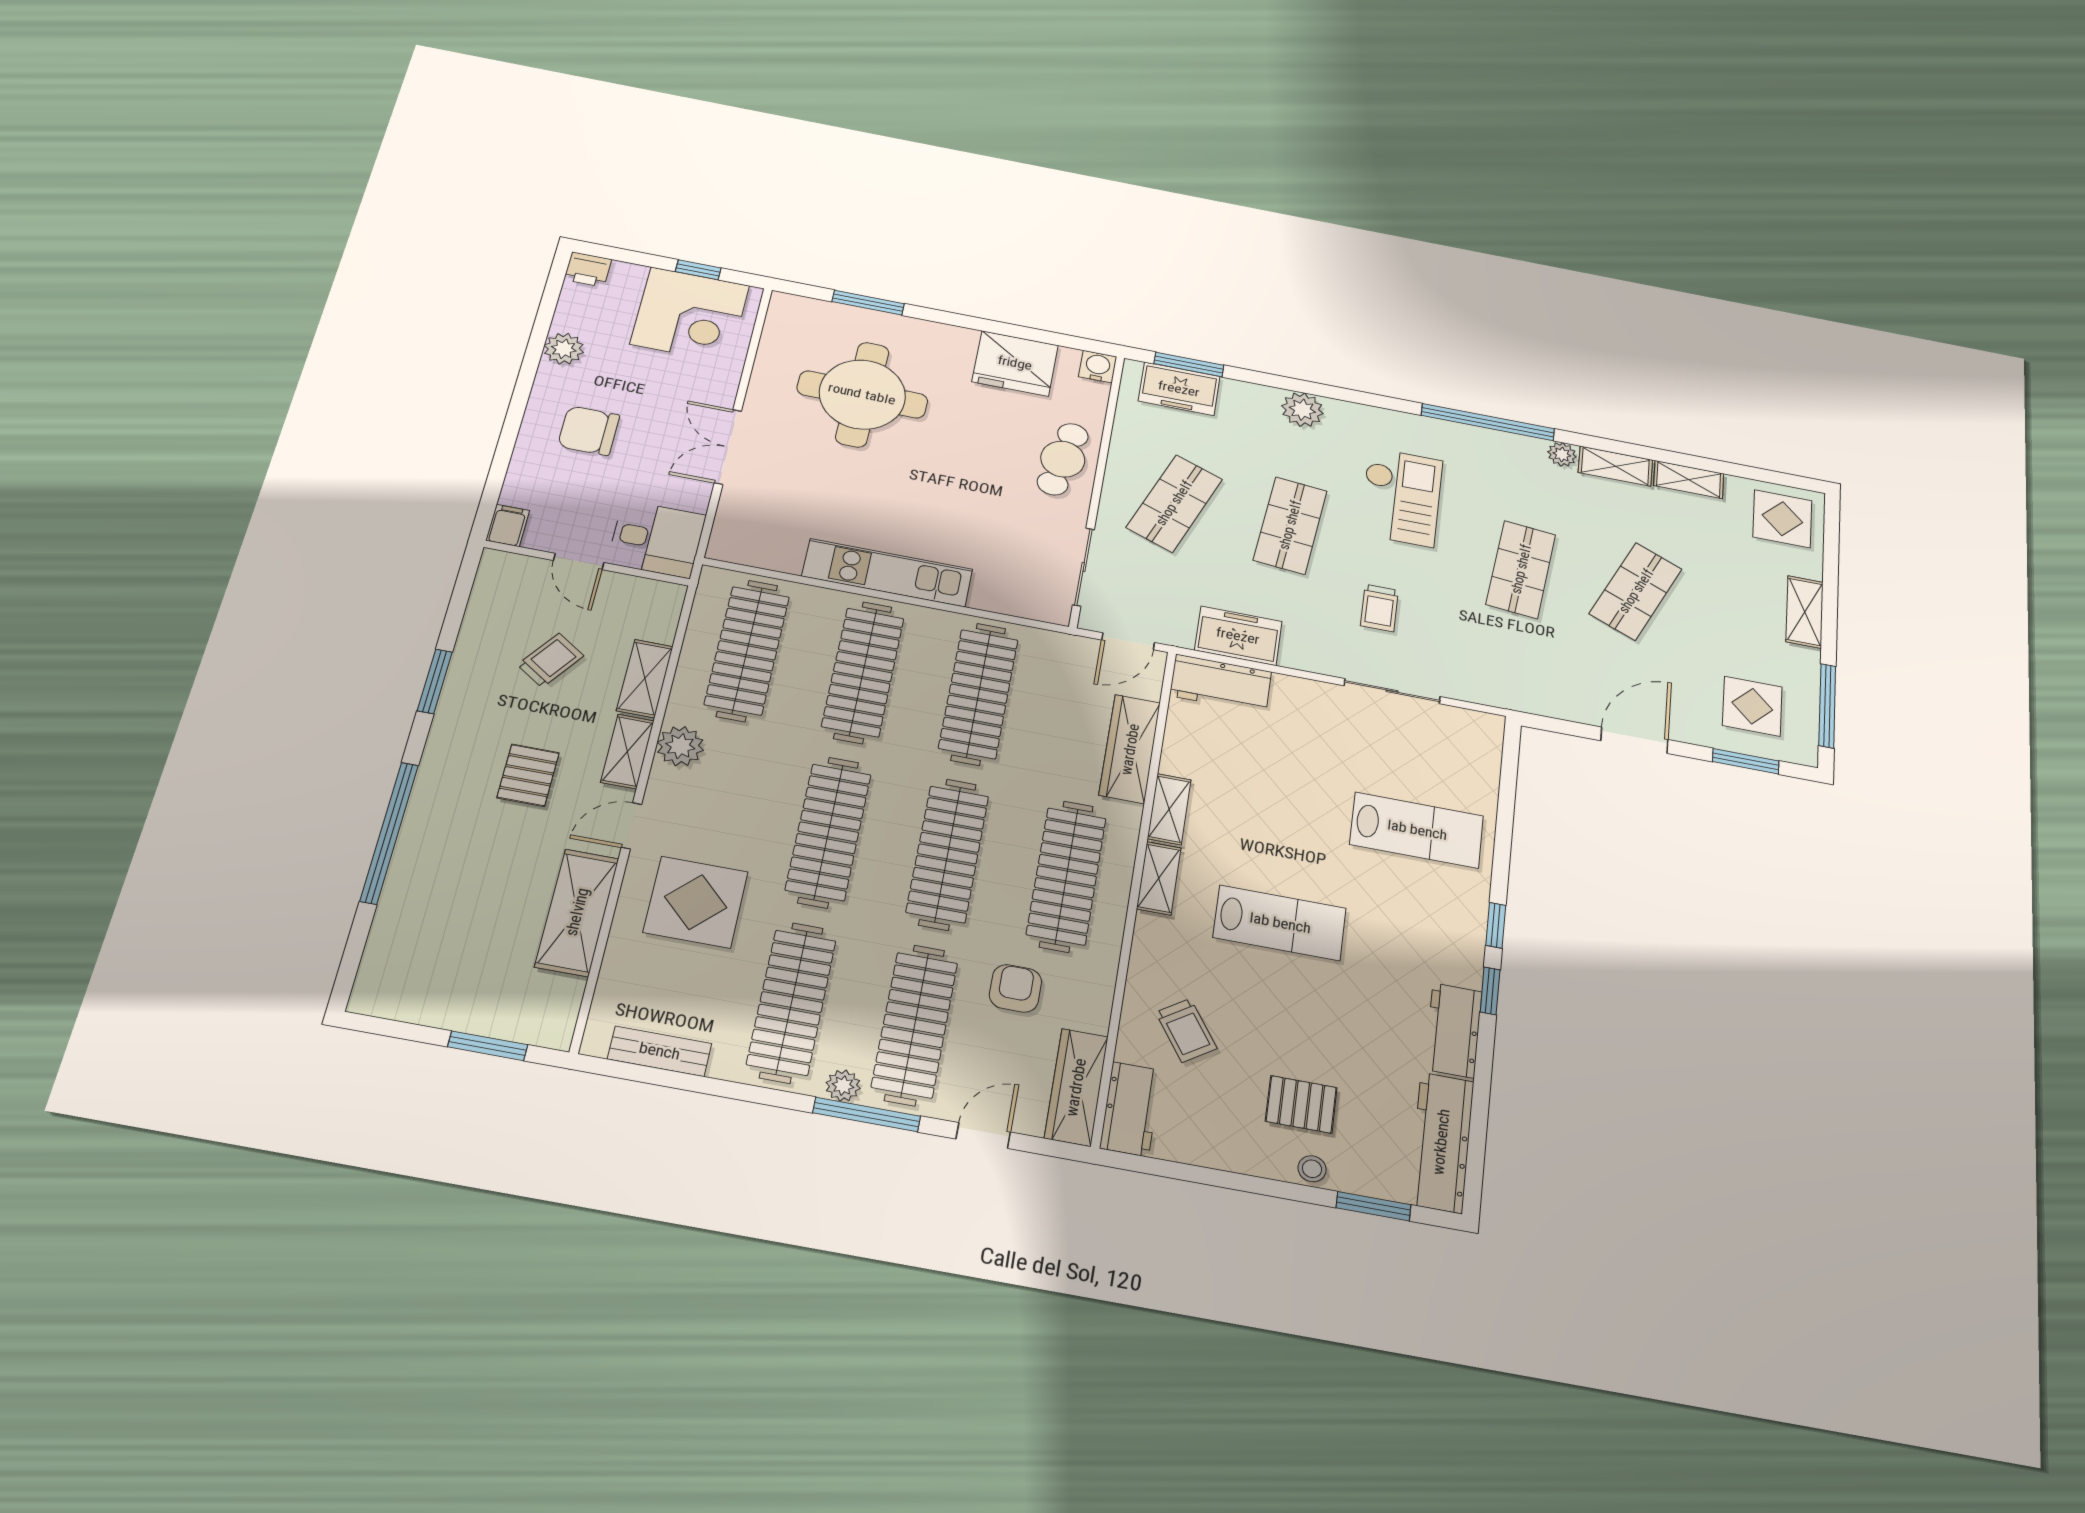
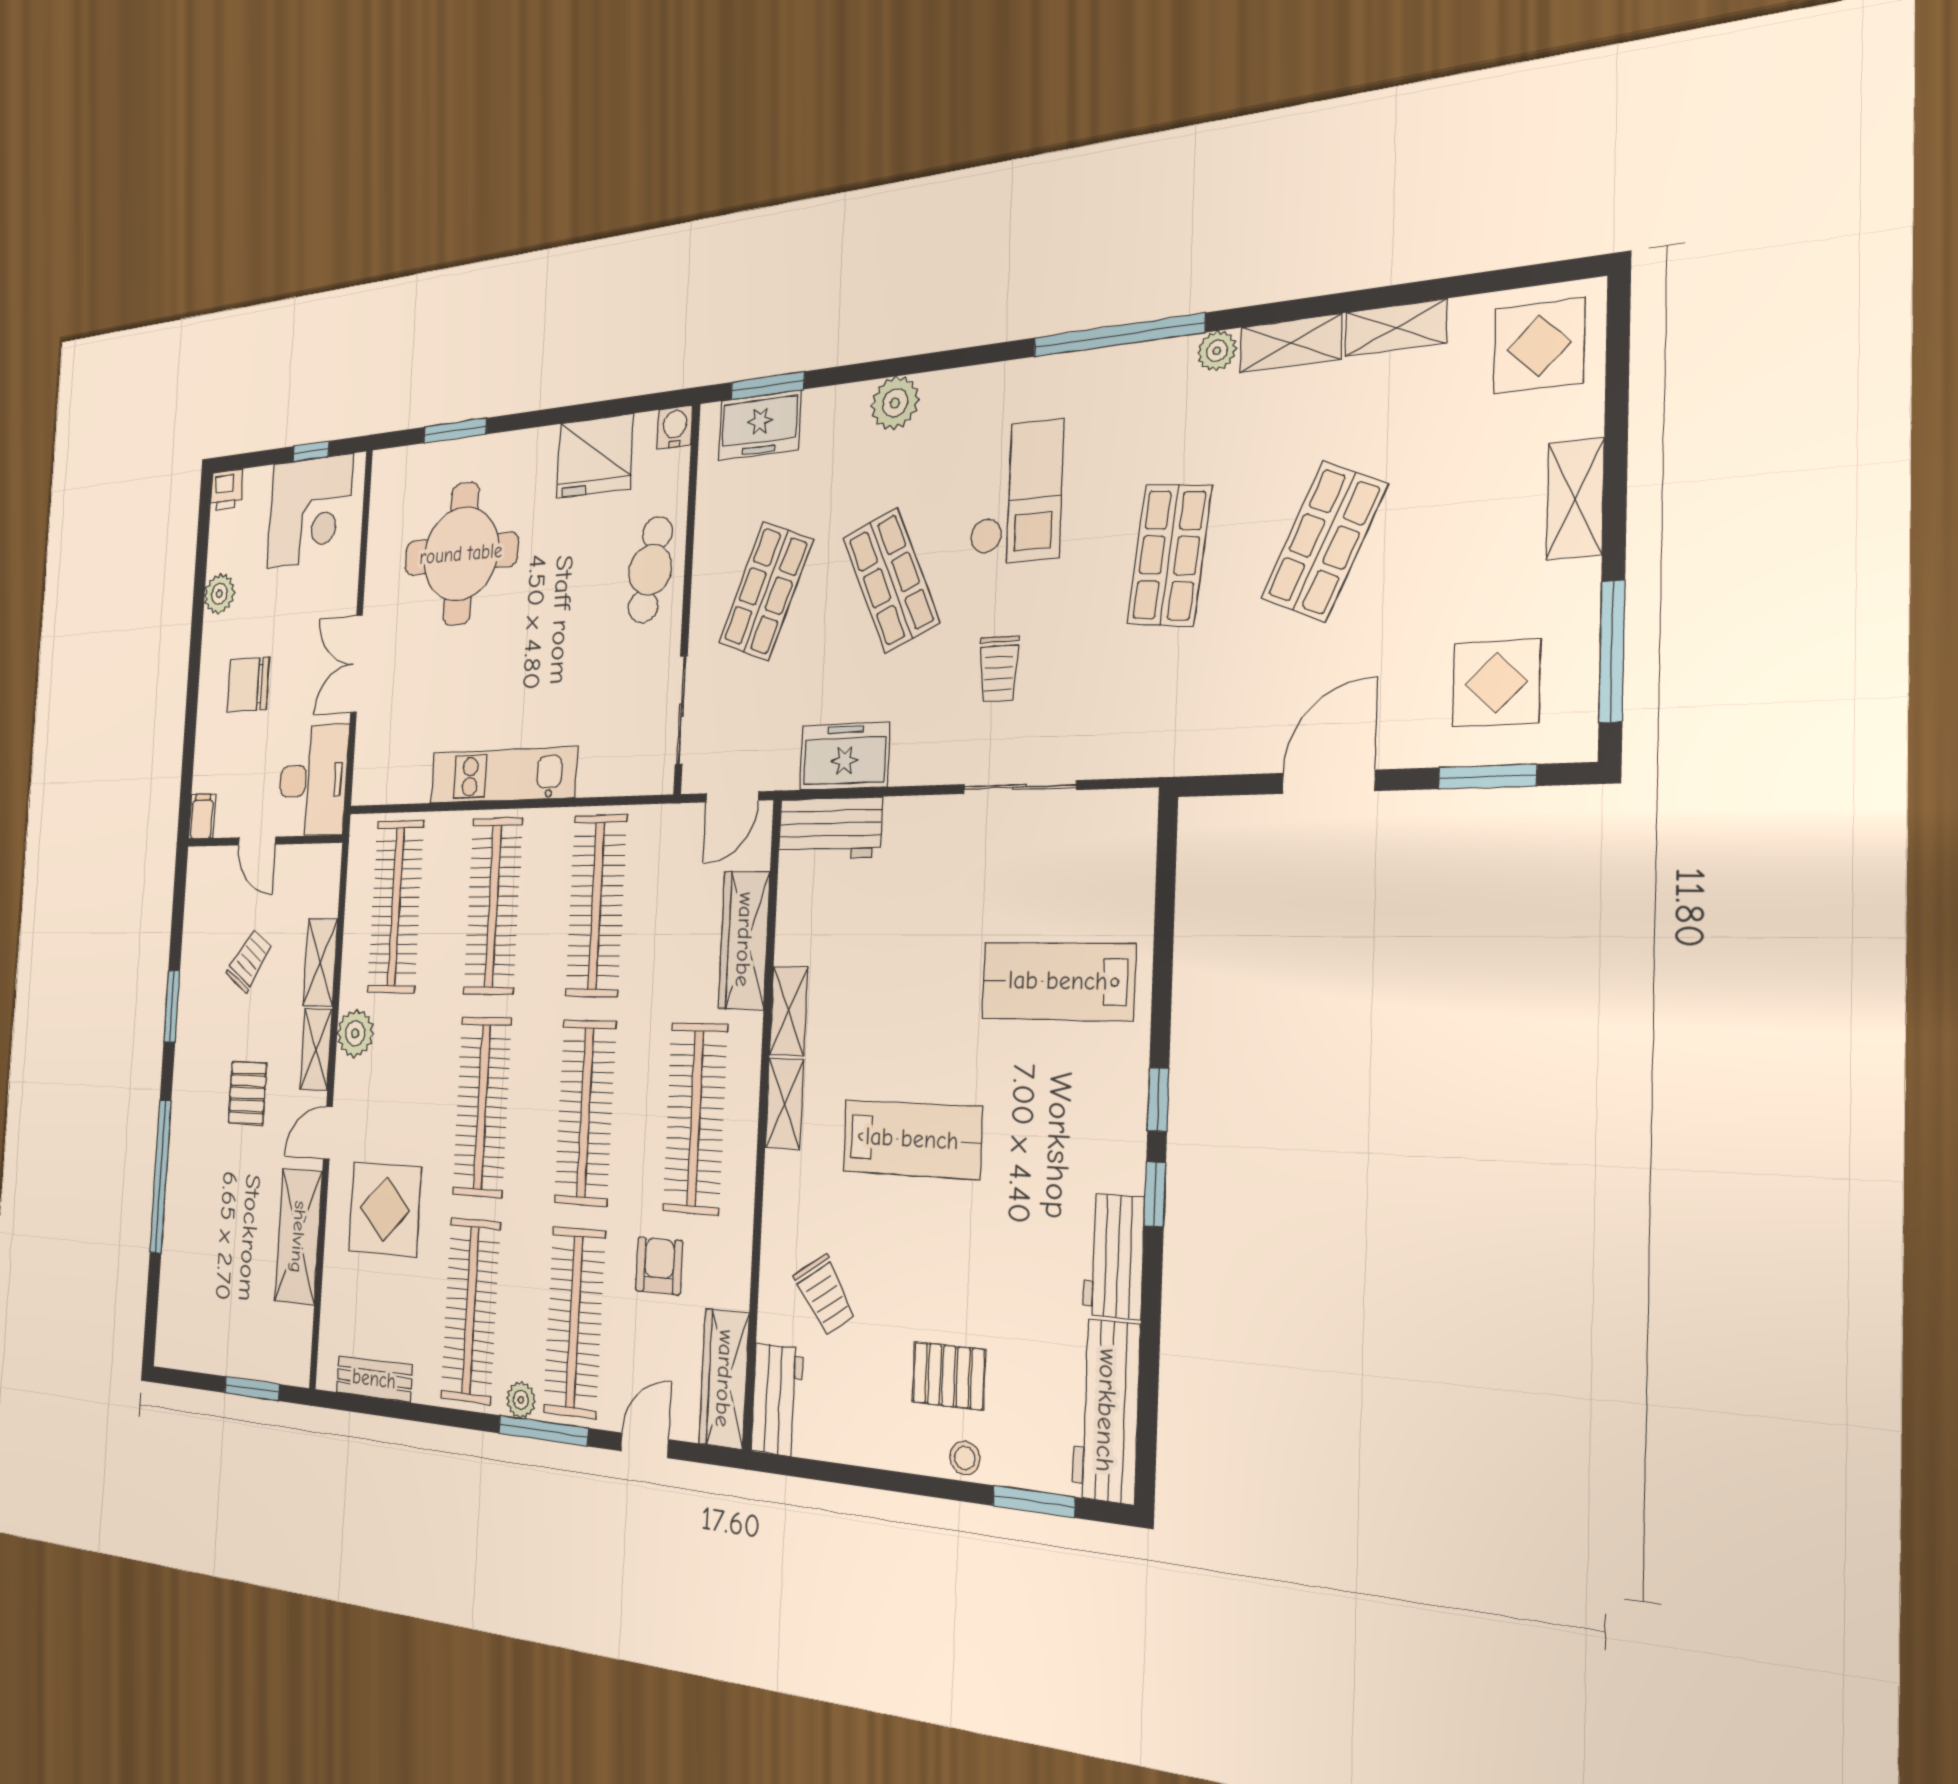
shop shelf: (1290, 525) -> (891, 580), turned -30
desk: (656, 539) -> (313, 780), width x1.37
lab bench: (1417, 830) -> (1058, 981), turned 180

